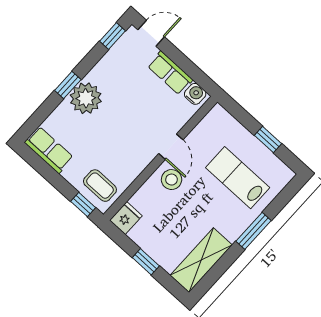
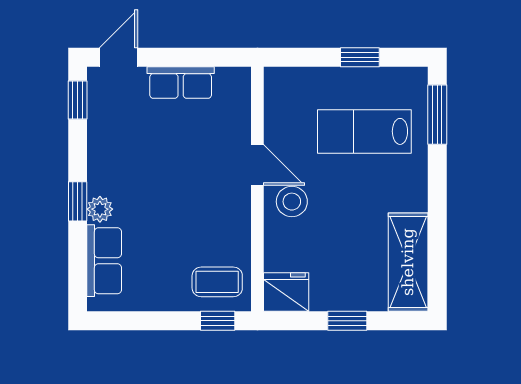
water cooler: (195, 94) -> (230, 80), removed
plant: (86, 98) -> (100, 209), width x0.53, depth x0.53
row of seats: (49, 150) -> (104, 261), moved, turned 90
fridge: (126, 218) -> (286, 292), width x1.38
window: (253, 231) -> (437, 115), moved

